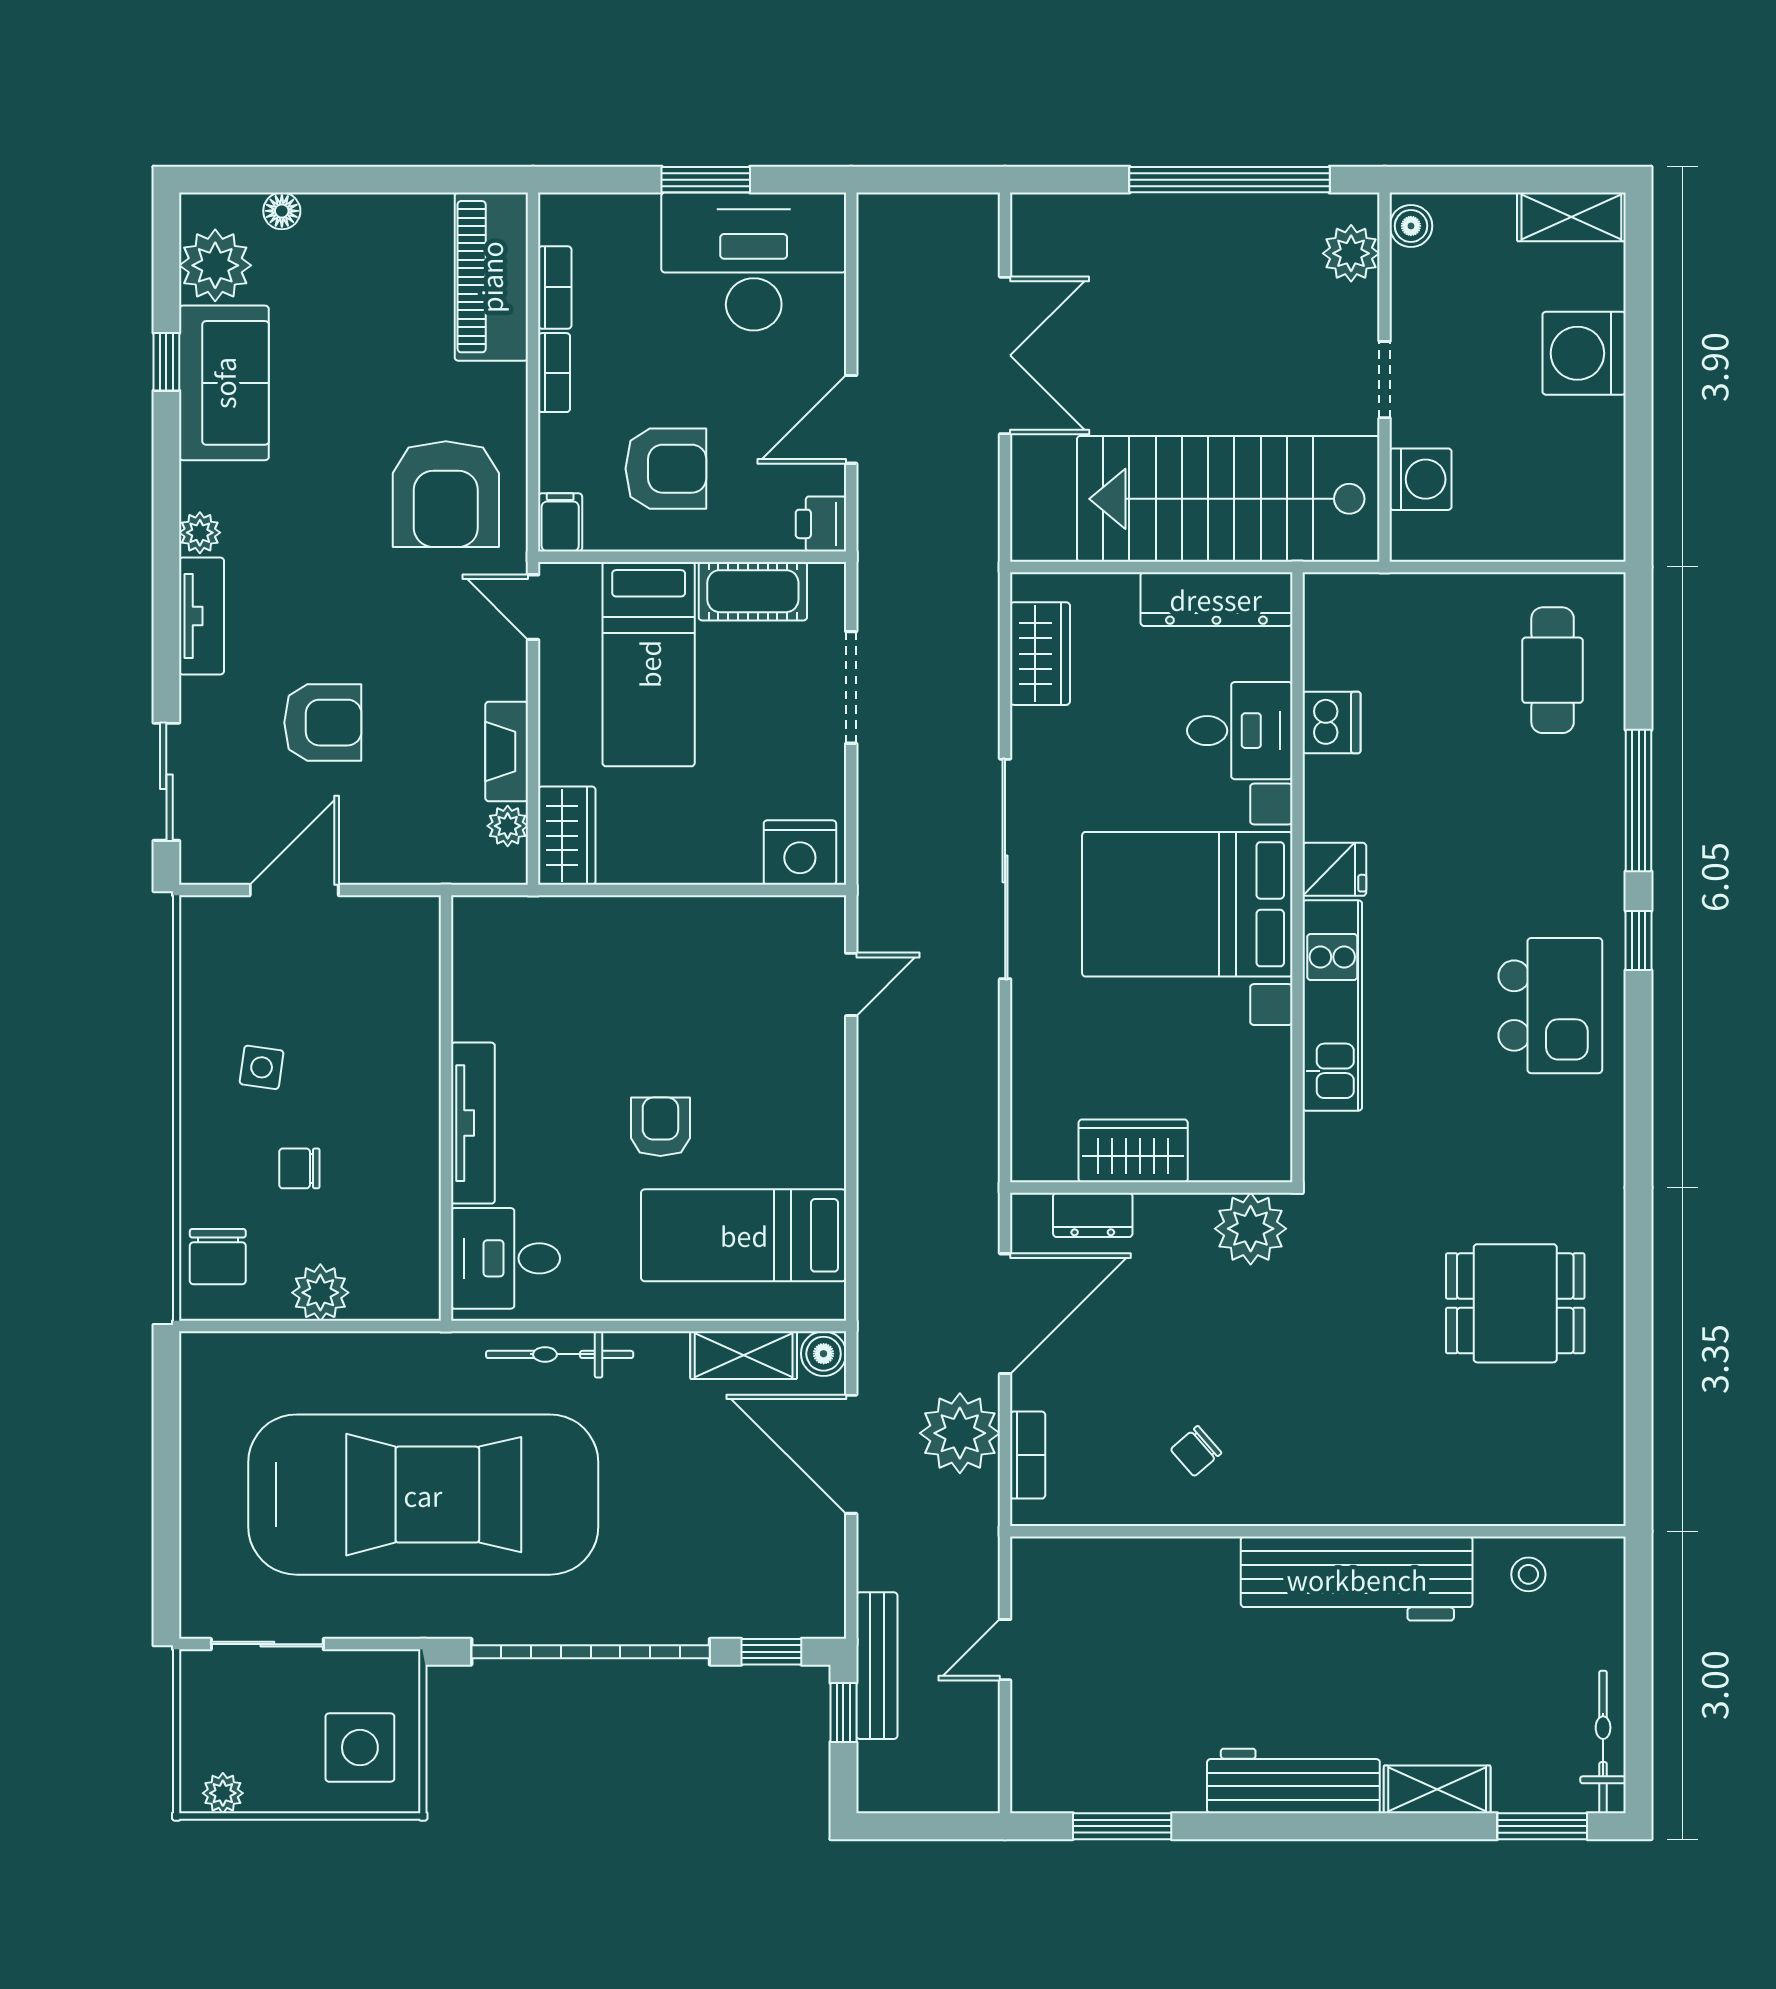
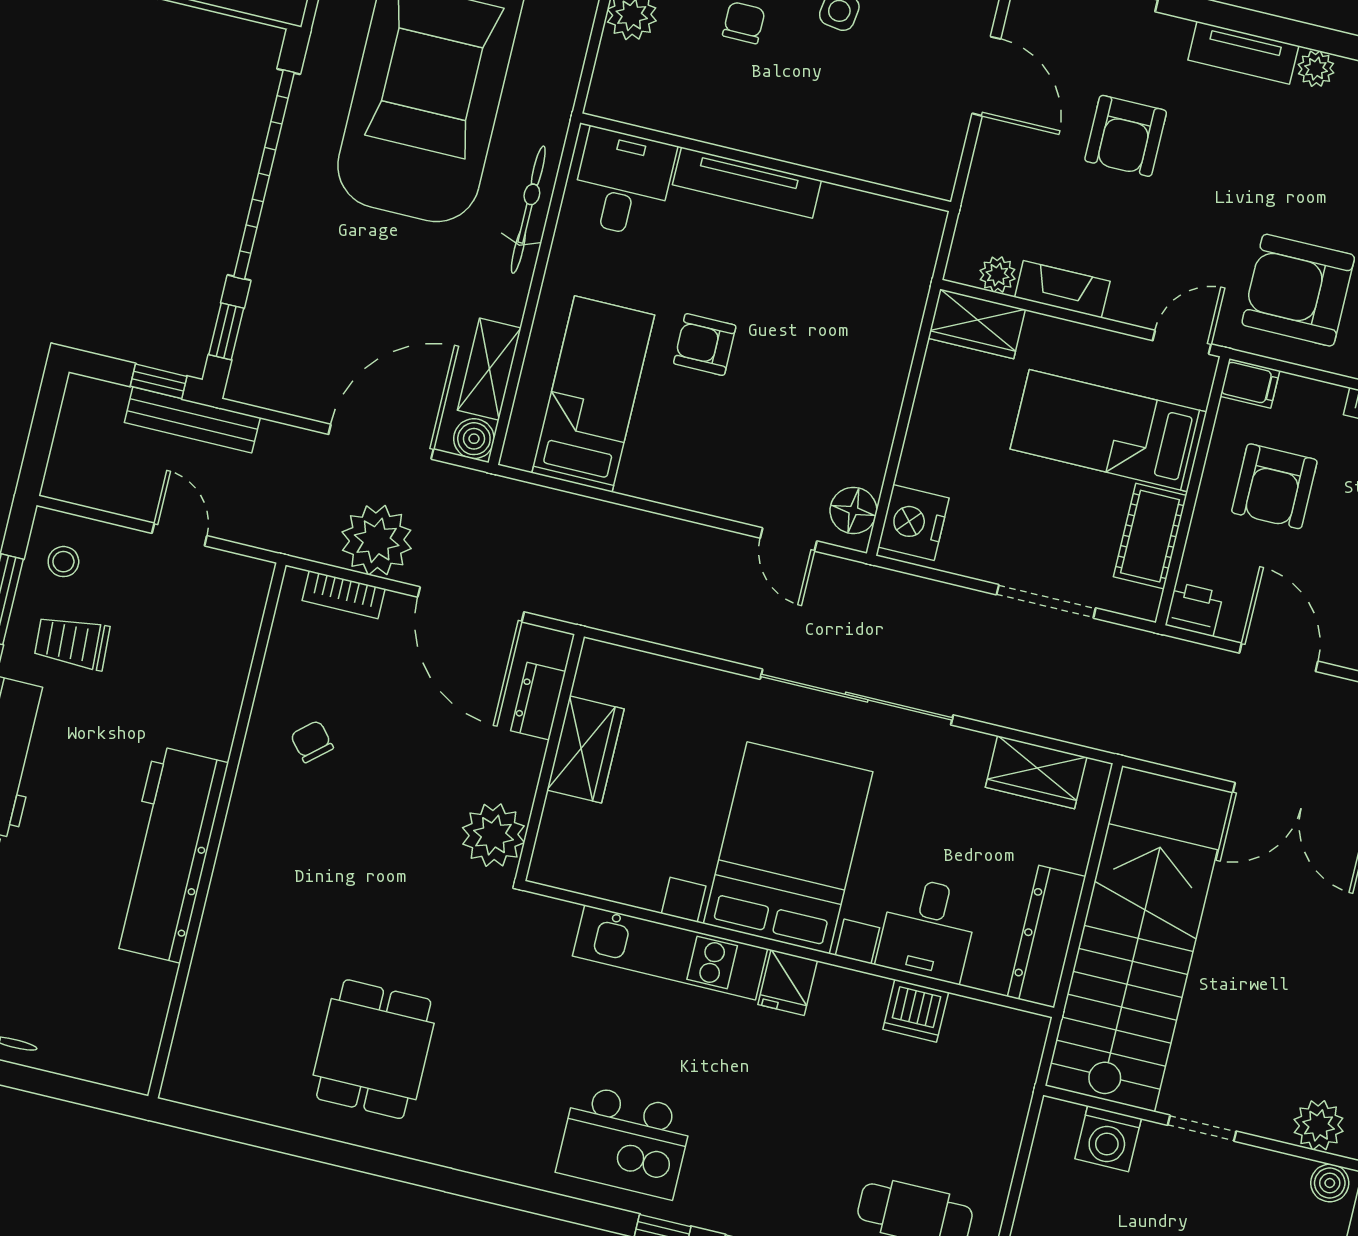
floor lamp: (802, 921) -> (853, 510), added
armchair: (660, 1127) -> (705, 345), turned 180
stool: (1528, 1574) -> (63, 562), moved
trolley: (1151, 1739) -> (72, 643), added

